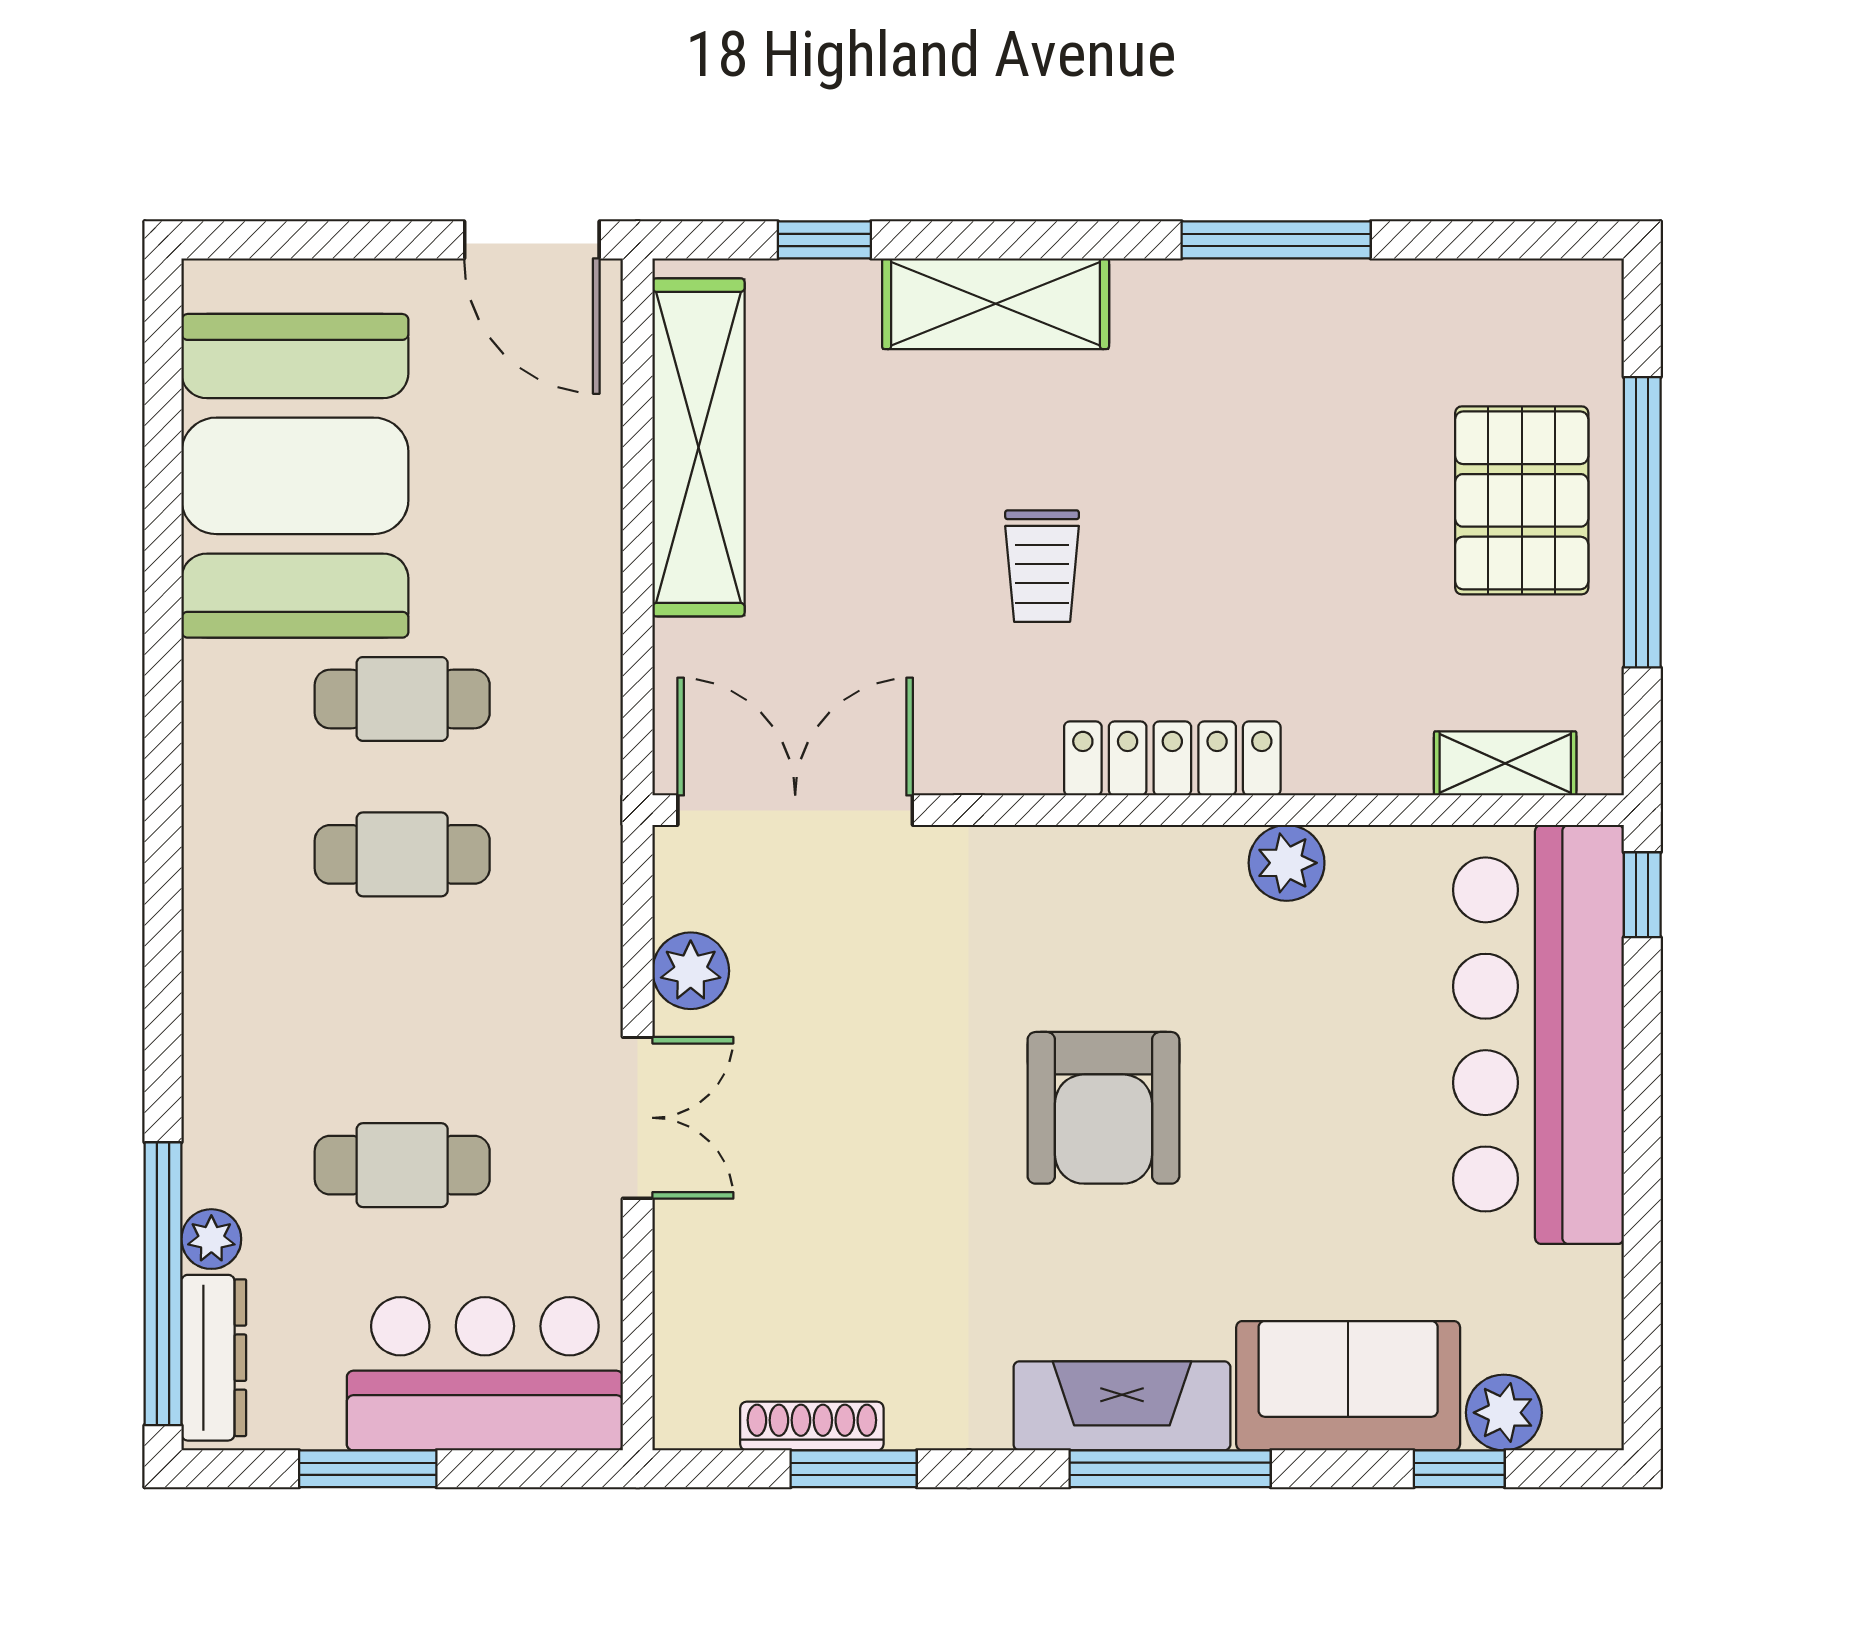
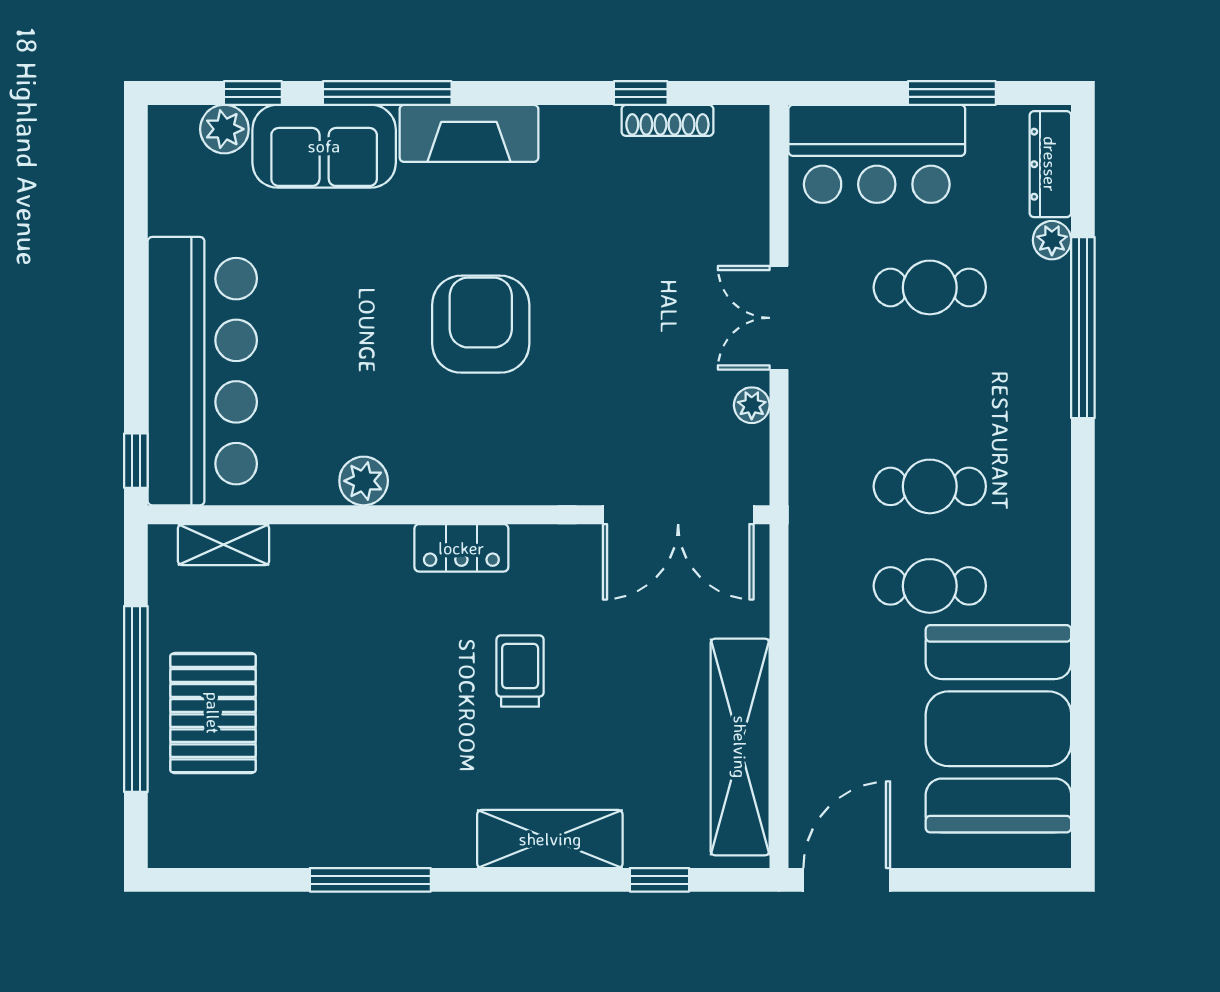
door: (532, 240) -> (847, 880), hinge flipped
locker: (1172, 758) -> (461, 548), width x0.66
plant: (691, 971) -> (752, 405), width x0.73, depth x0.73
window: (163, 1284) -> (1083, 328), moved
window: (854, 1469) -> (641, 93), width x0.67
window: (1170, 1469) -> (387, 93), moved

